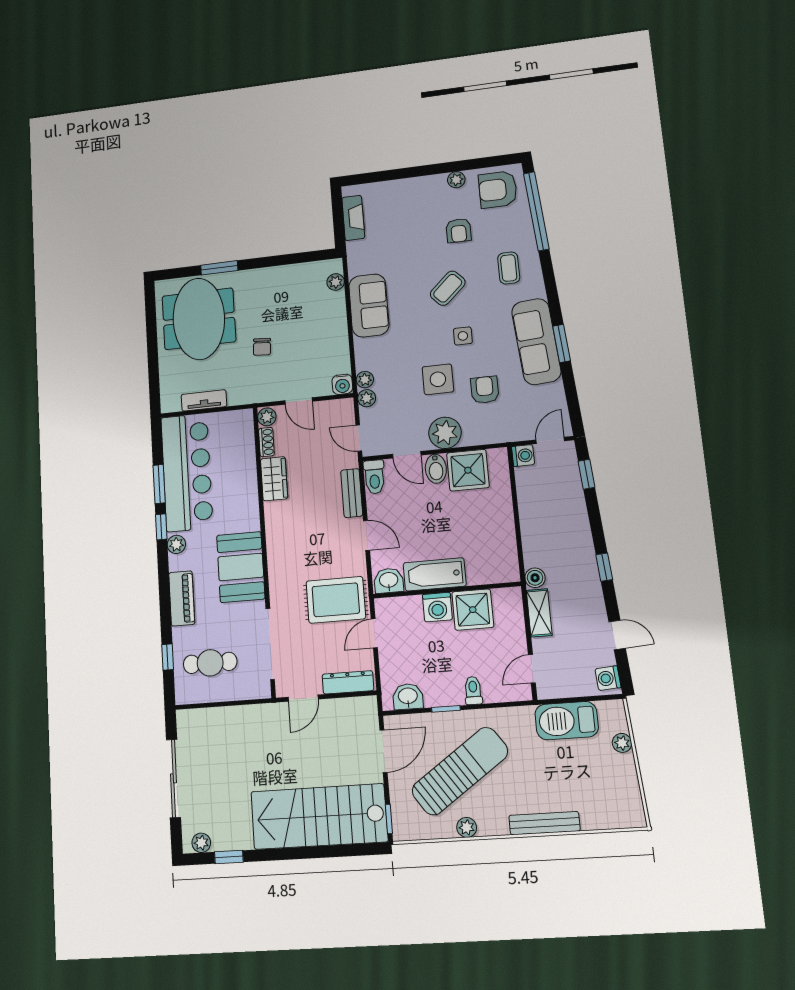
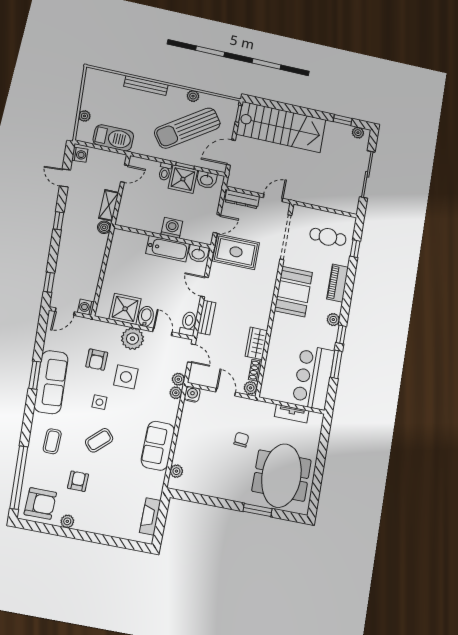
bar counter: (187, 472) -> (313, 377), width x0.73
shower: (473, 610) -> (183, 179), moved

